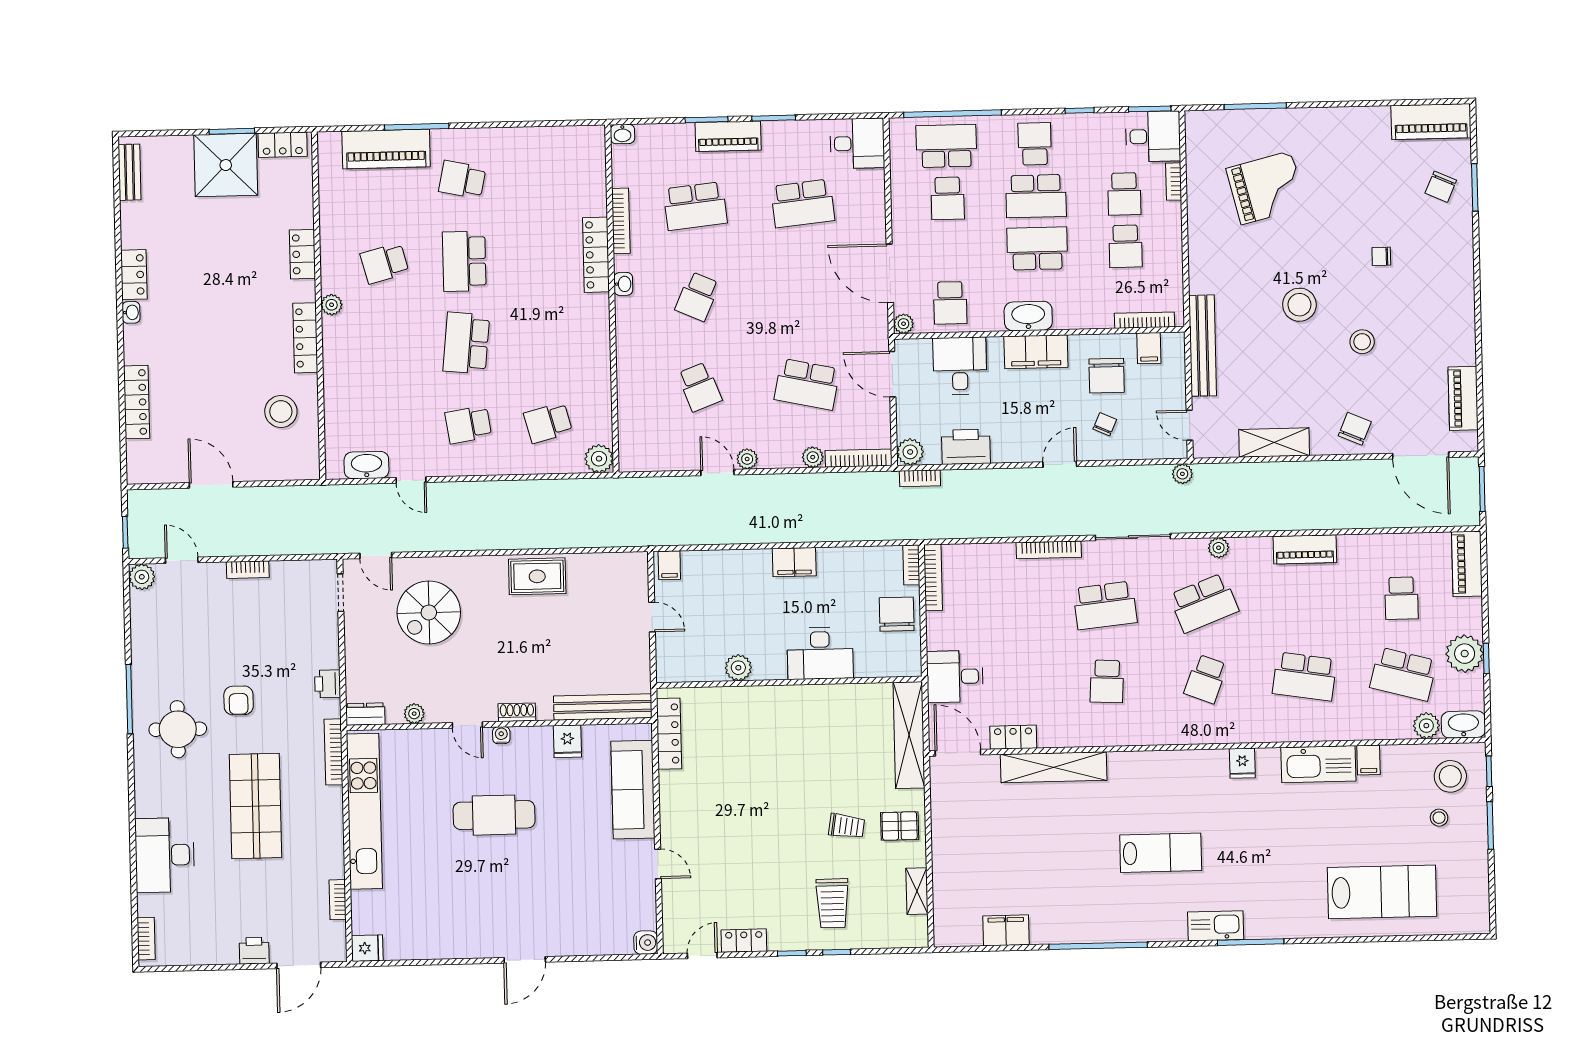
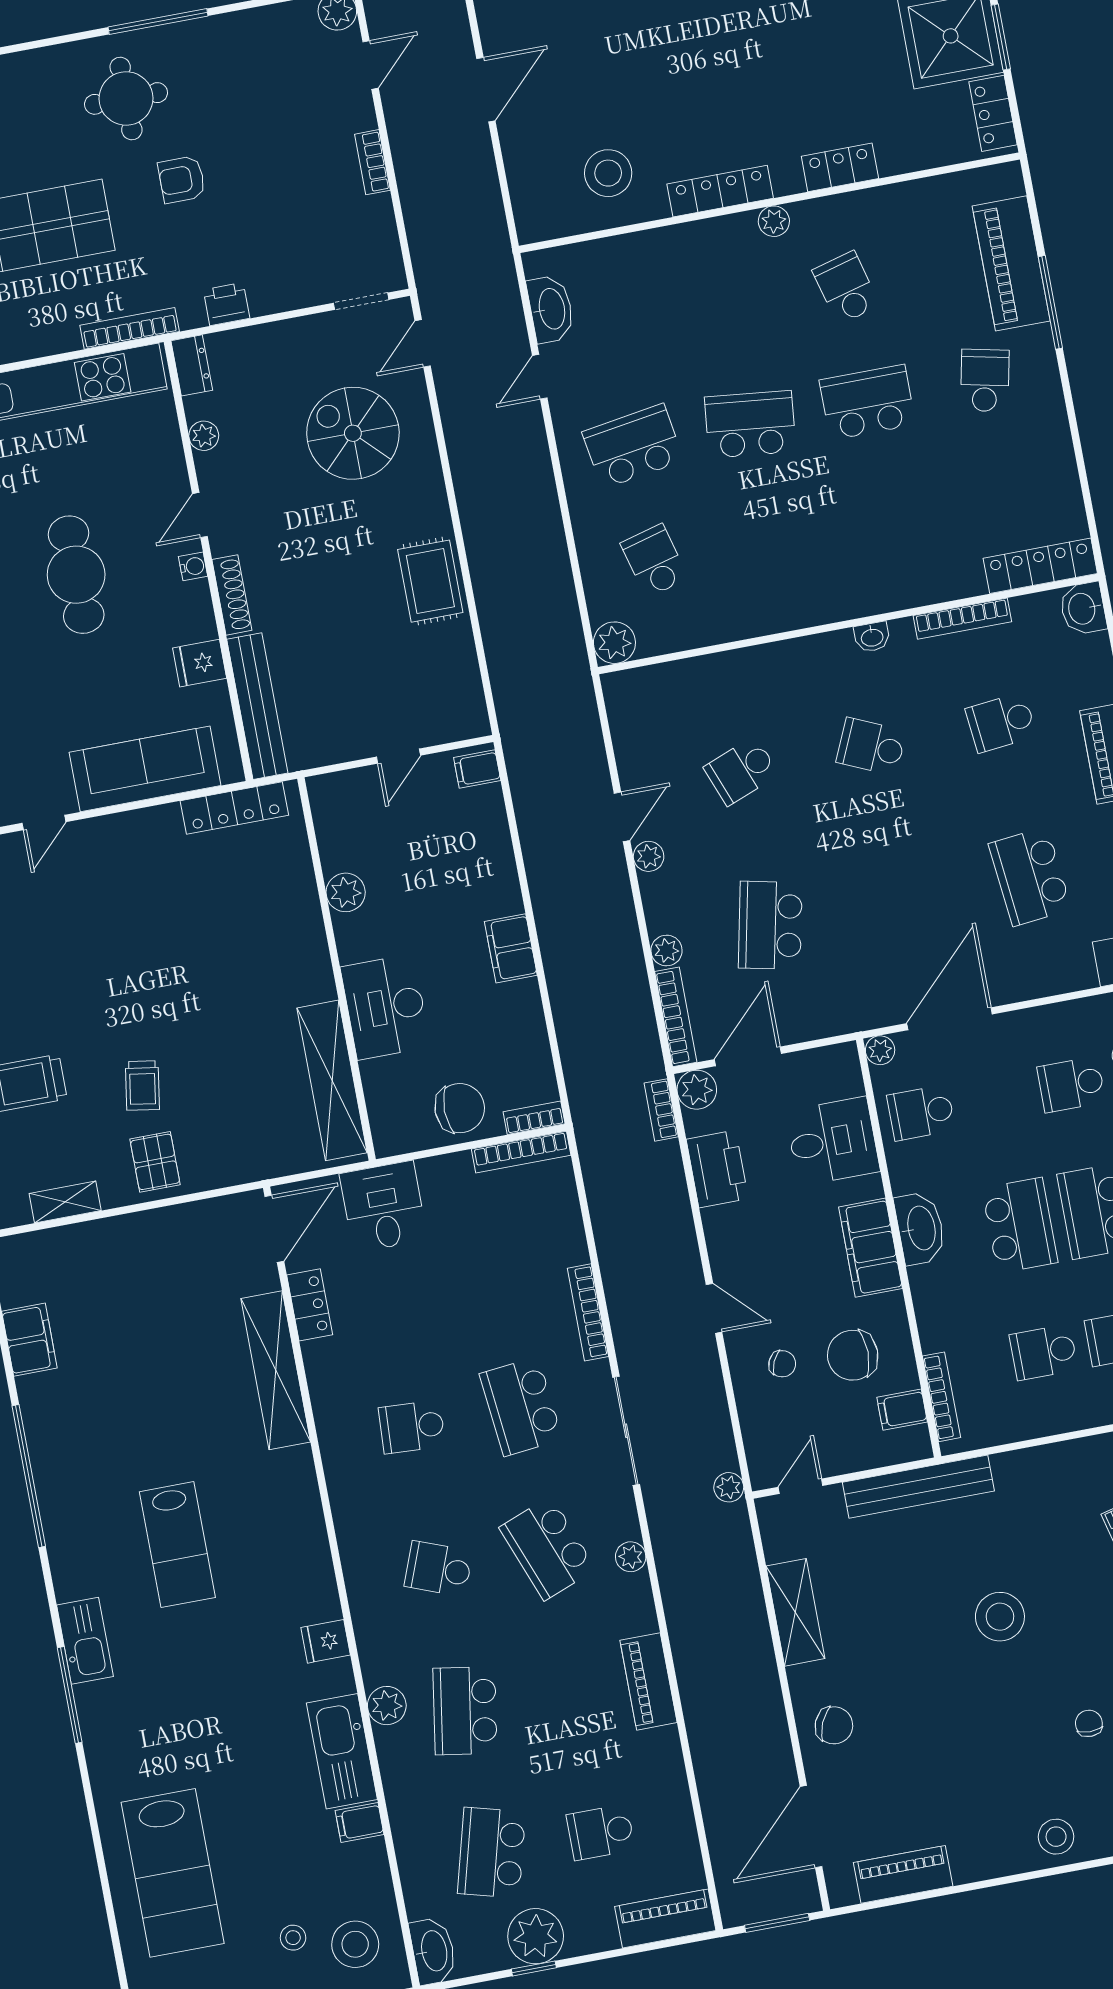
washbasin: (622, 134) -> (1083, 609), width x1.38, depth x1.45
school desk: (695, 206) -> (1001, 722), width x0.54
locker: (596, 255) -> (1040, 566), moved
stool: (1362, 342) -> (1056, 1837), moved
door: (892, 374) -> (748, 1056), moved
school desk: (468, 425) -> (633, 446), width x1.85
shoe rack: (517, 712) -> (232, 595), width x1.43
plant: (1426, 726) -> (387, 1706), moved
shelving: (909, 735) -> (332, 1080), moved, turned 90

